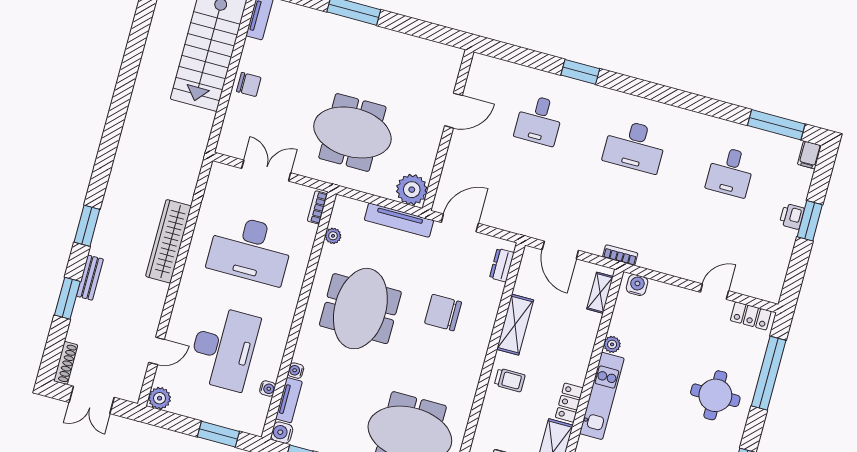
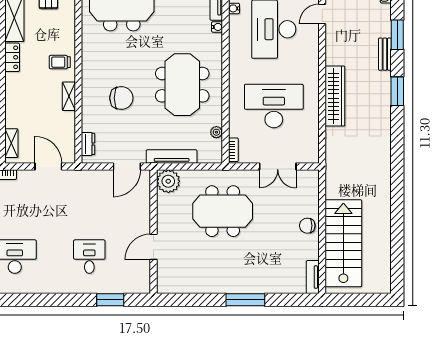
window: (580, 72) -> (110, 300), moved
shelving: (515, 325) -> (69, 96), width x0.67, depth x0.75

